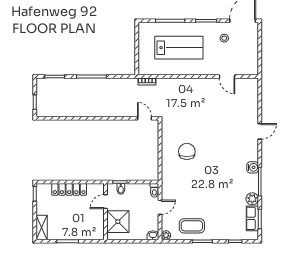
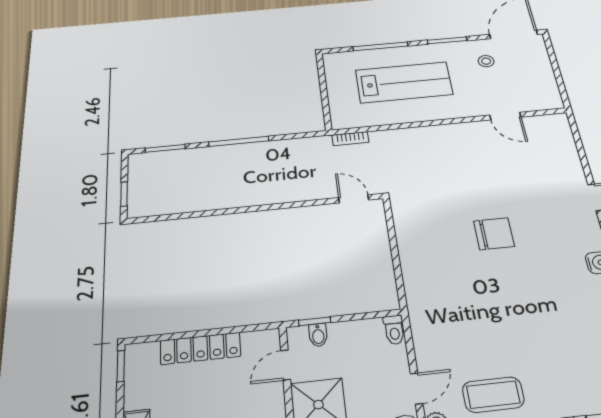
chair: (187, 151) -> (494, 234), moved, turned 90
door: (160, 207) -> (417, 389), moved

